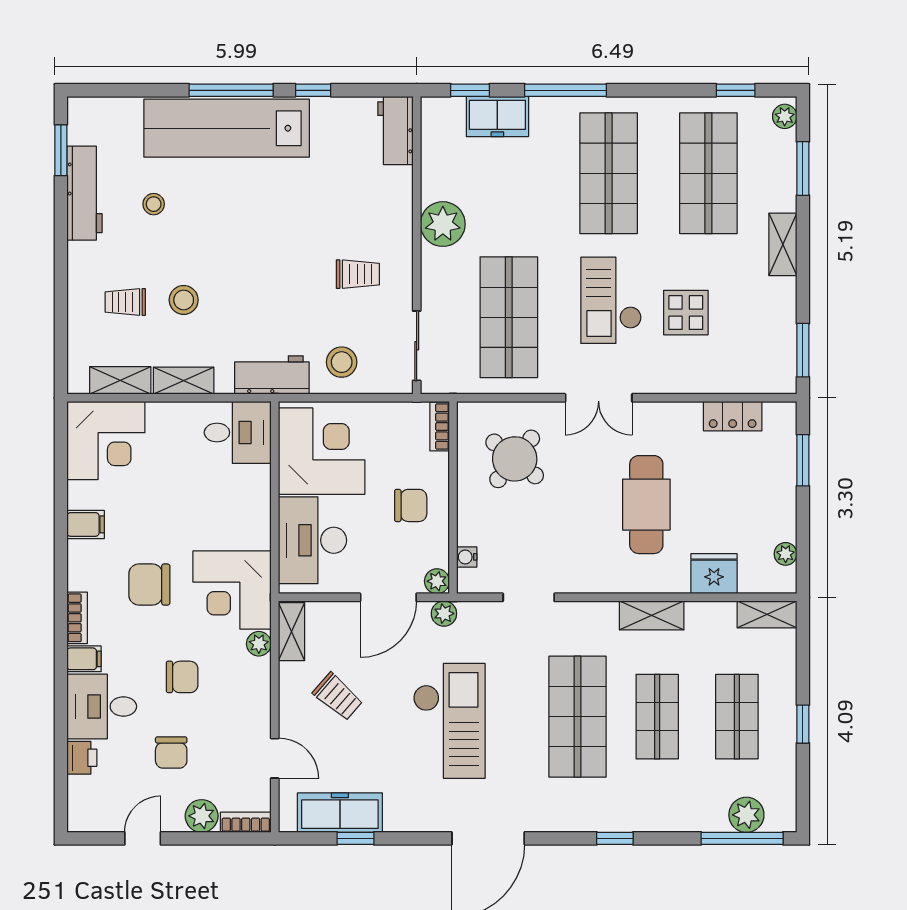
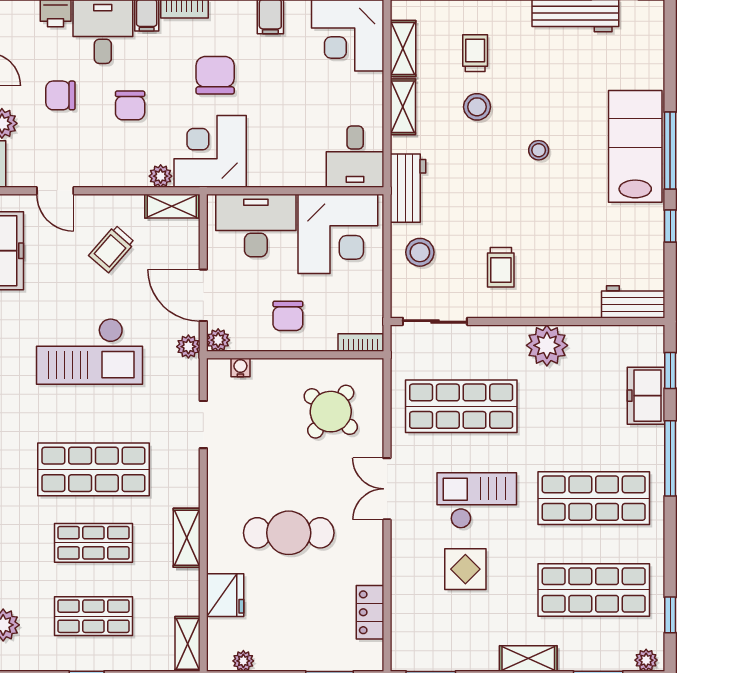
lab bench: (227, 128) -> (635, 146), width x0.73
stool: (154, 204) -> (539, 150), moved
door: (275, 758) -> (55, 191), hinge flipped

